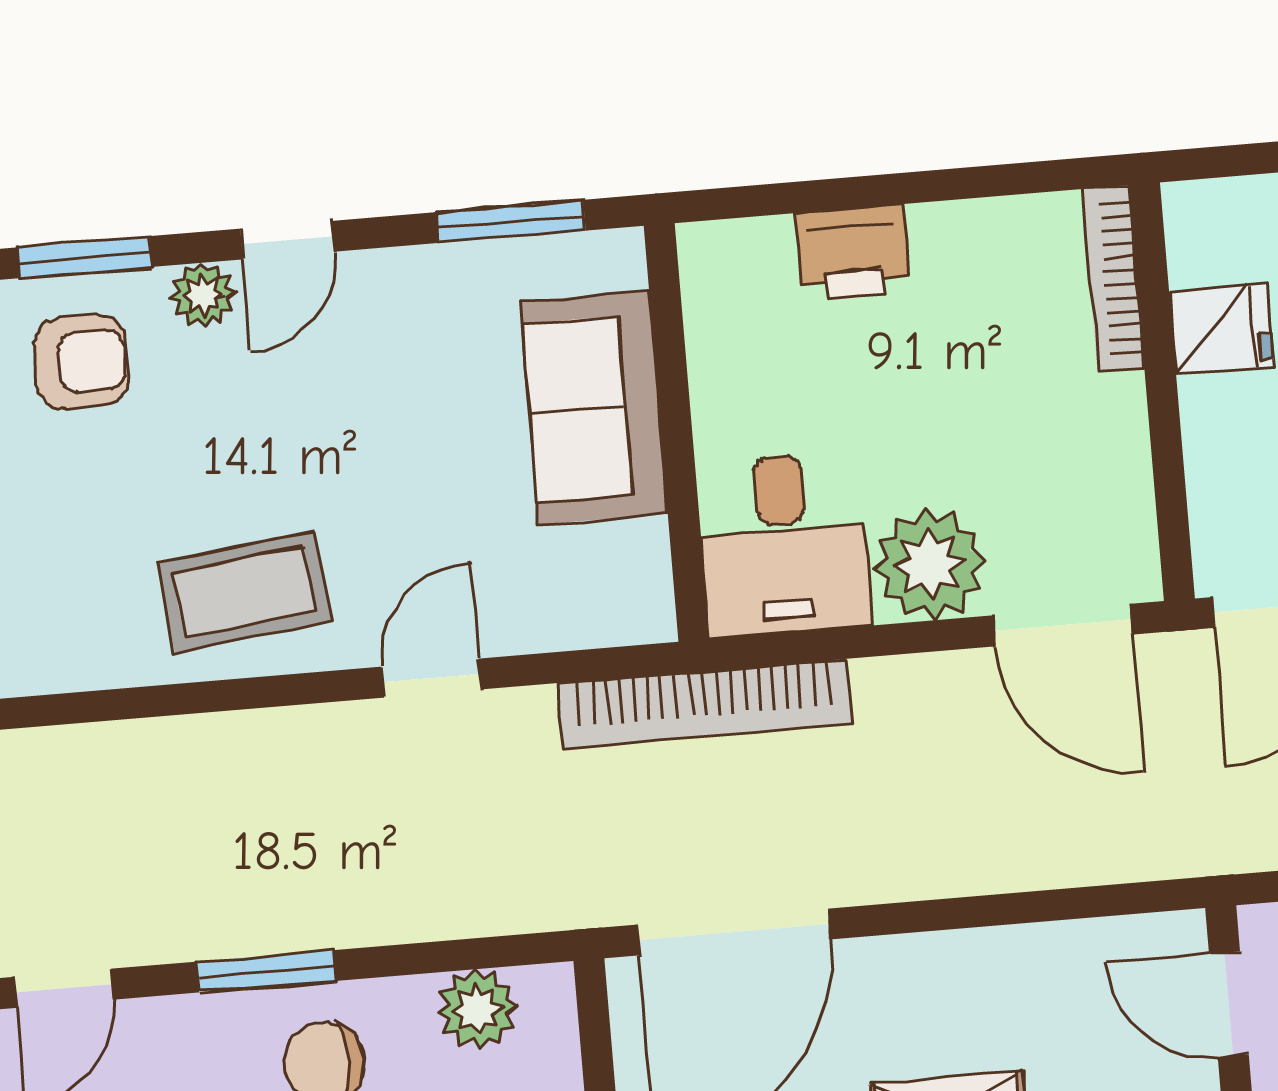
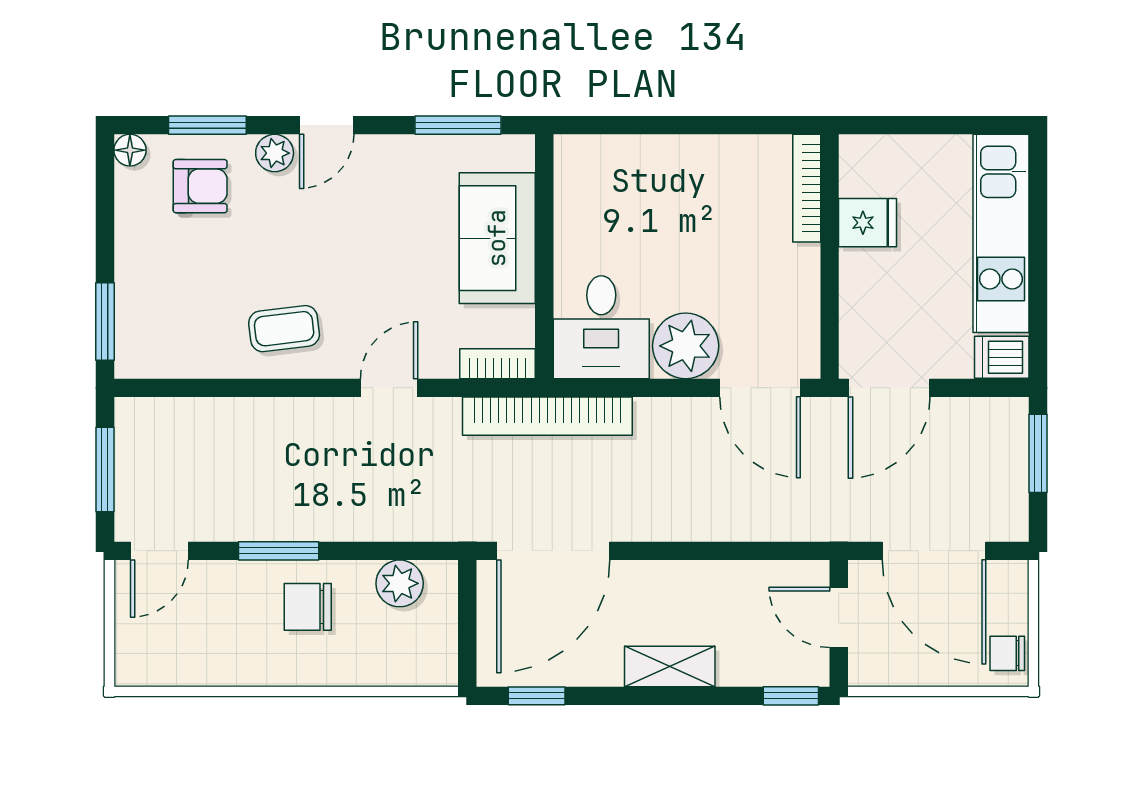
printer: (853, 253) -> (656, 160), removed
coffee table: (244, 592) -> (284, 329), width x0.73, depth x0.77
bookcase: (612, 622) -> (498, 364), added

